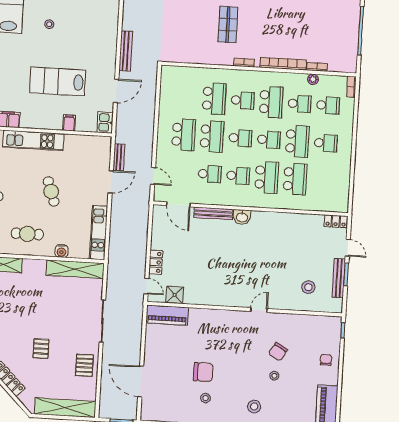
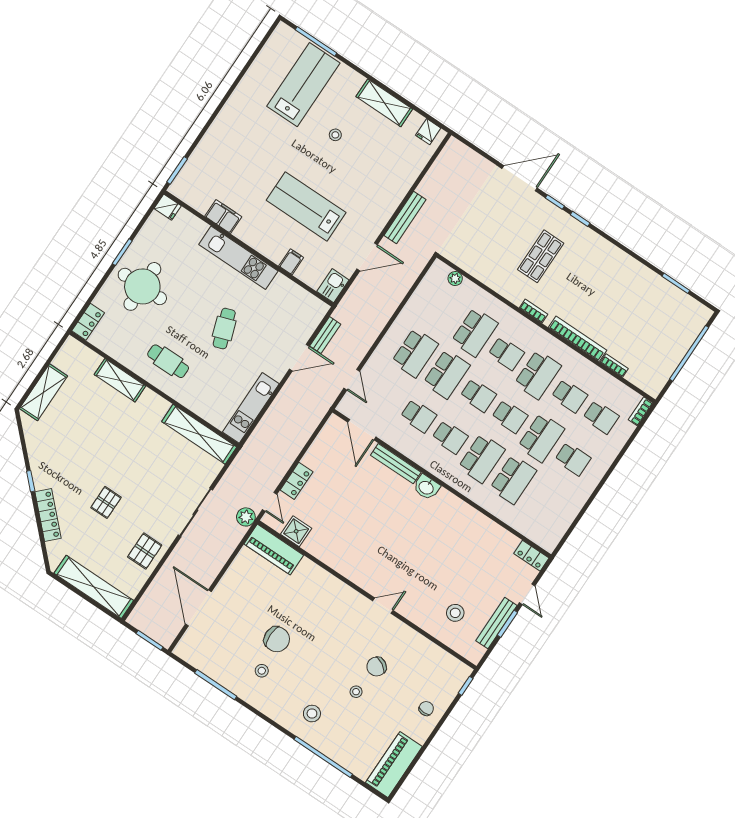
plant: (313, 79) -> (455, 278), moved
water cooler: (62, 251) -> (196, 404), removed
plant: (137, 305) -> (246, 517), added

